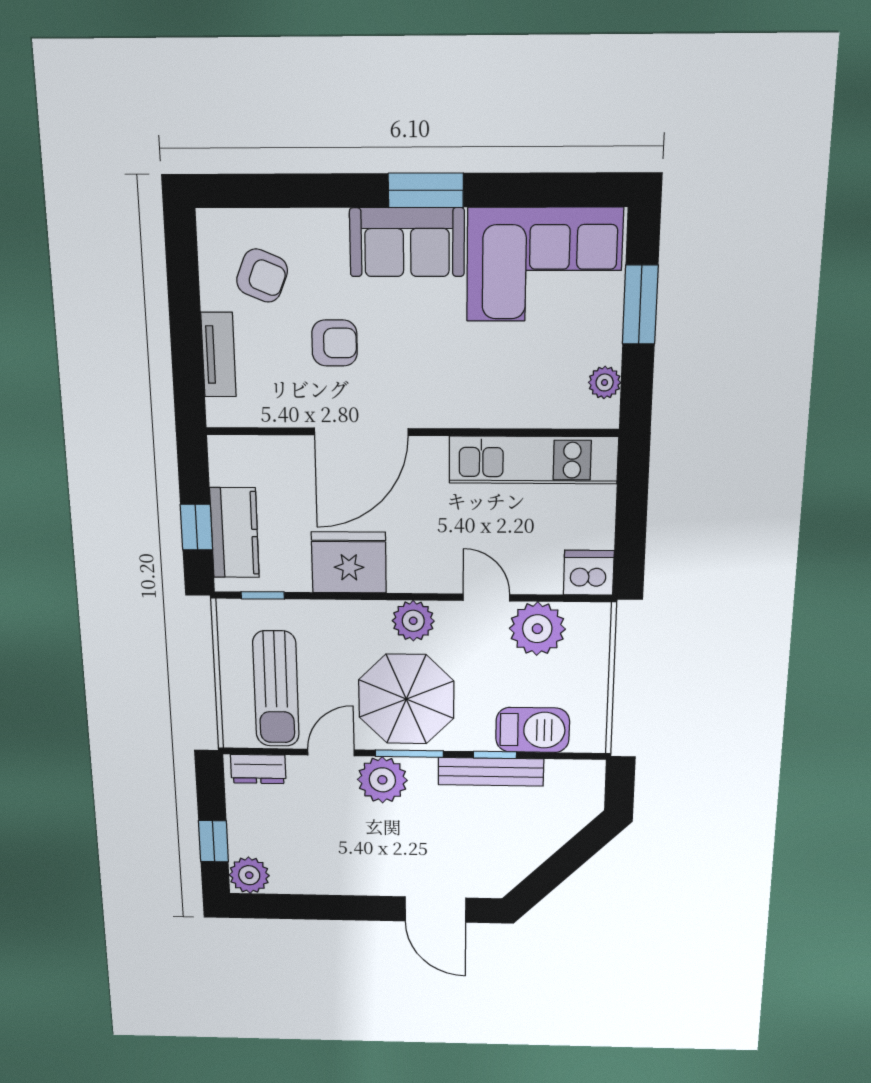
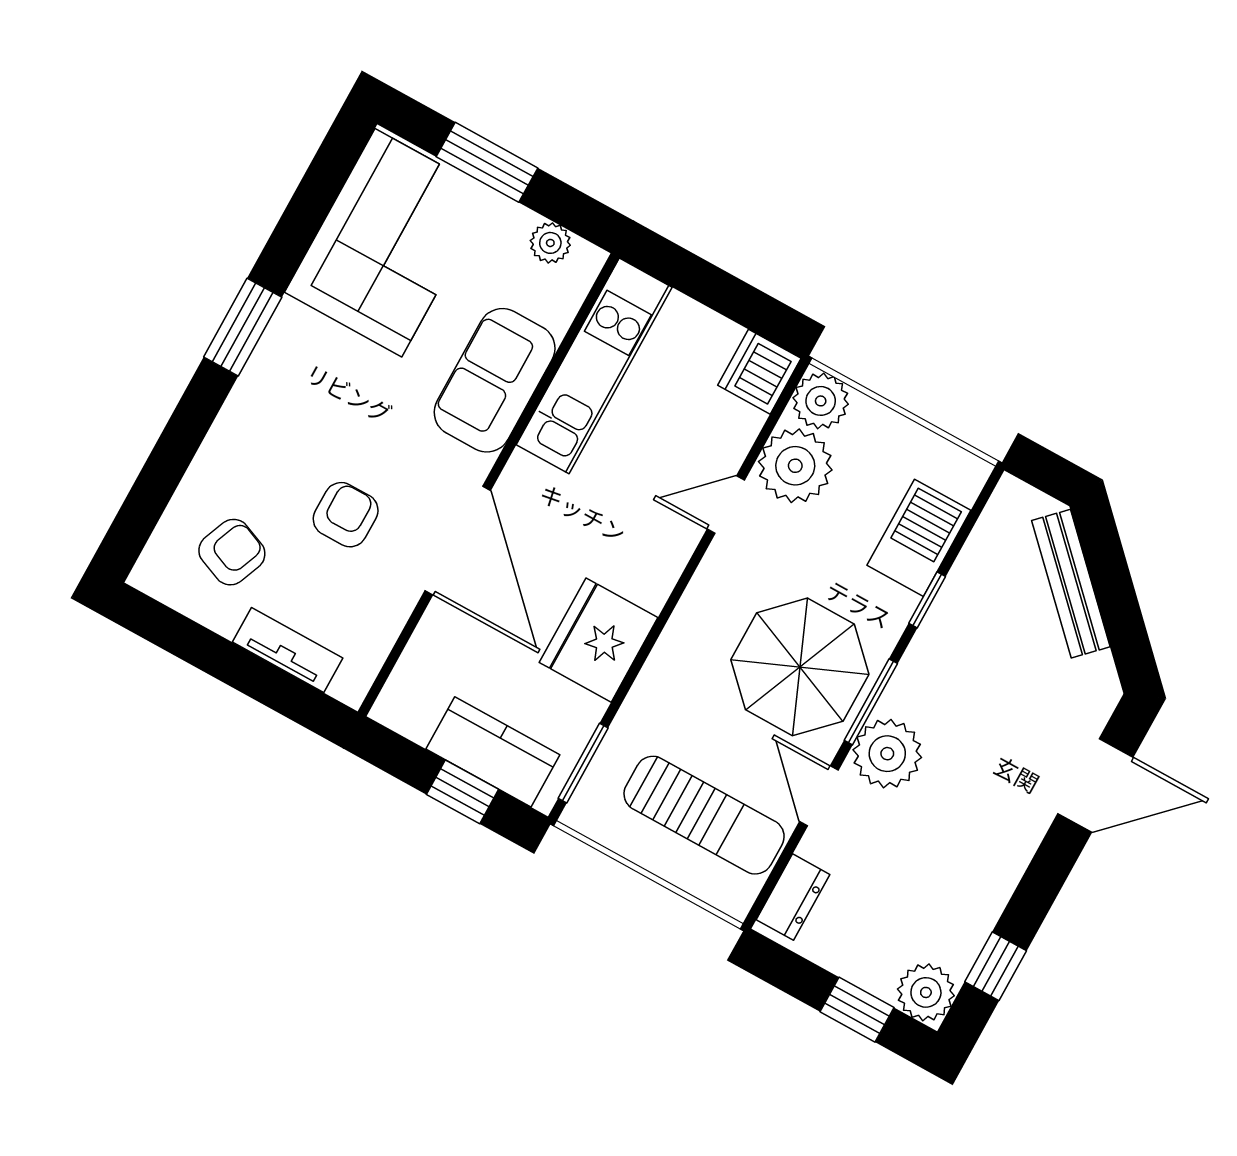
sofa: (407, 242) -> (495, 380), moved, turned 180
window: (263, 595) -> (583, 763), width x1.50
plant: (413, 621) -> (821, 401), moved
bench: (491, 772) -> (1071, 584), moved, turned -45
window: (290, 907) -> (996, 966), added

